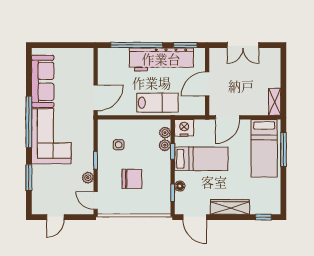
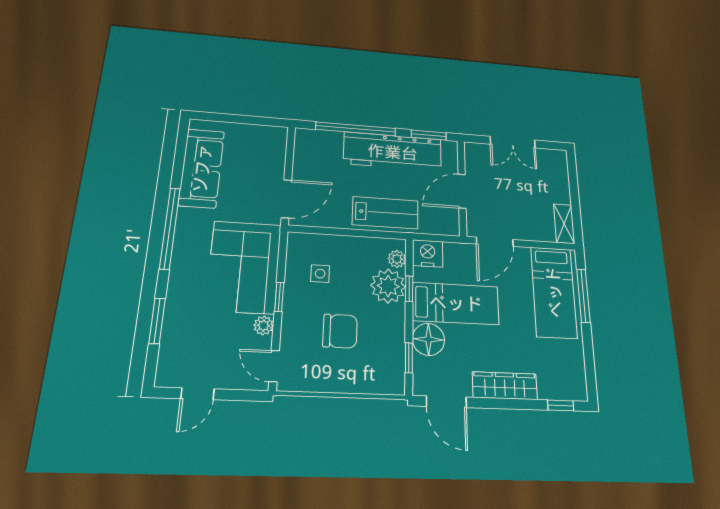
corner sofa: (51, 136) -> (244, 267), moved, turned 180
plant: (165, 145) -> (388, 286), width x1.88, depth x1.88
floor lamp: (180, 186) -> (428, 339), width x1.89, depth x1.89

